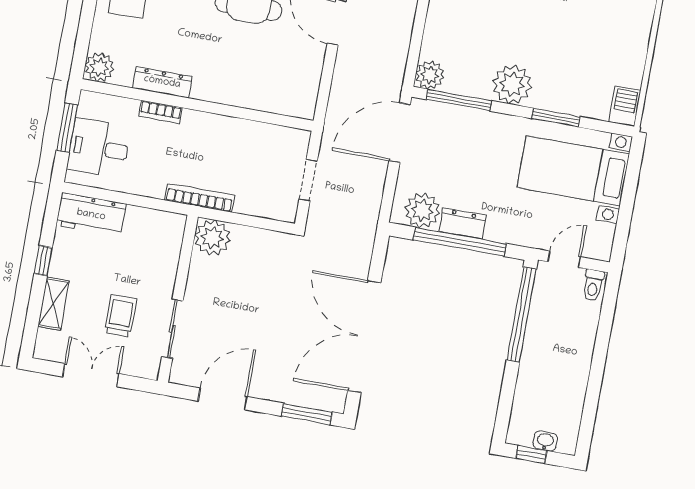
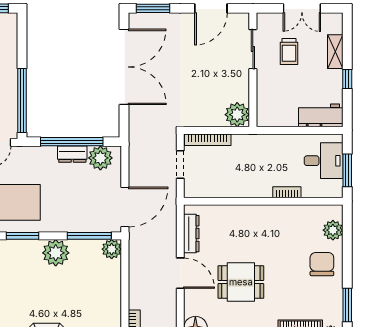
plant: (99, 67) -> (333, 230), moved
dresser: (162, 82) -> (191, 234), moved, turned -90
bookcase: (199, 198) -> (208, 140), moved

